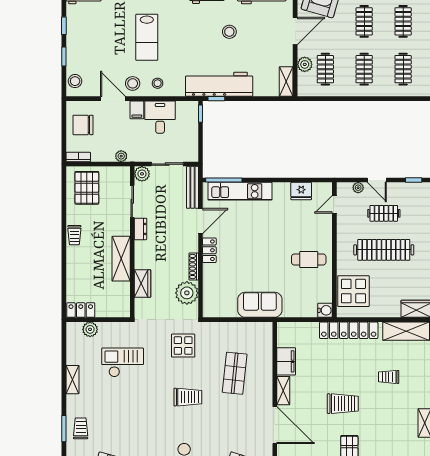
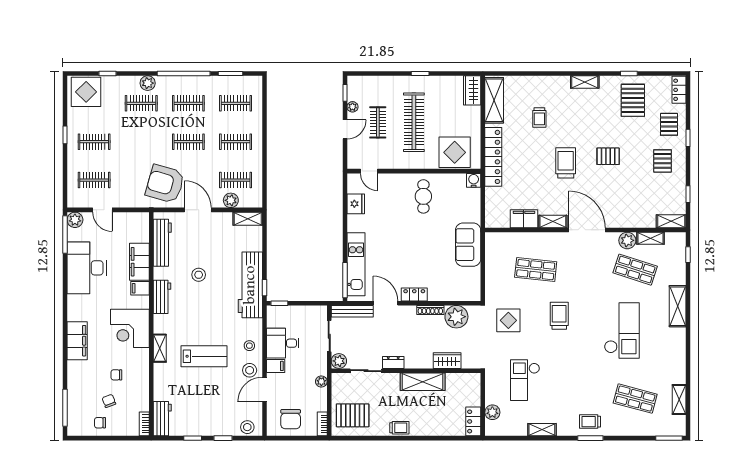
plant: (358, 188) -> (352, 107), moved
door: (275, 425) -> (587, 230), hinge flipped

